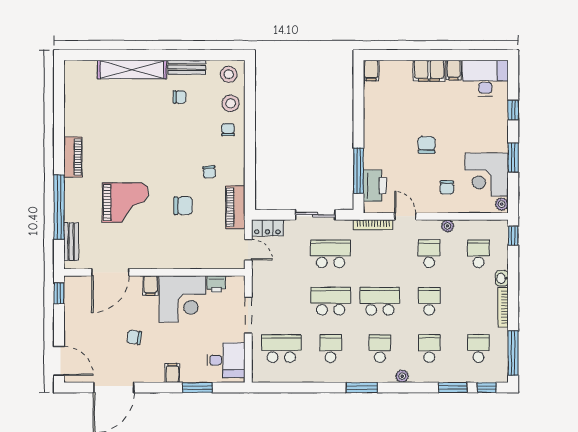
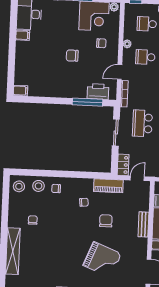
bench: (187, 67) -> (143, 224), moved
filing cabinet: (429, 71) -> (22, 52), removed
grand piano: (125, 203) -> (102, 260), turned 112

